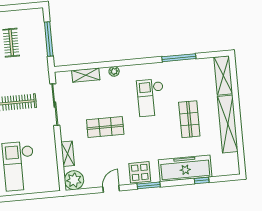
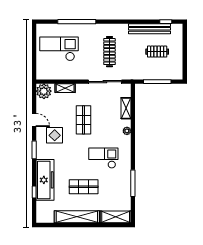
display table: (140, 172) -> (55, 135), moved

